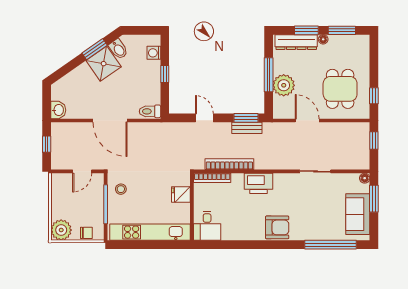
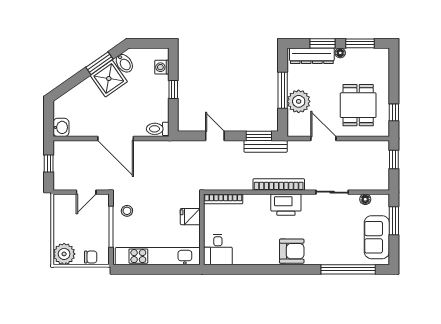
bench: (247, 128) -> (266, 146), width x1.36
bookcase: (229, 164) -> (279, 185), moved
floor lamp: (365, 178) -> (365, 199), moved
printer: (258, 183) -> (286, 205), moved

